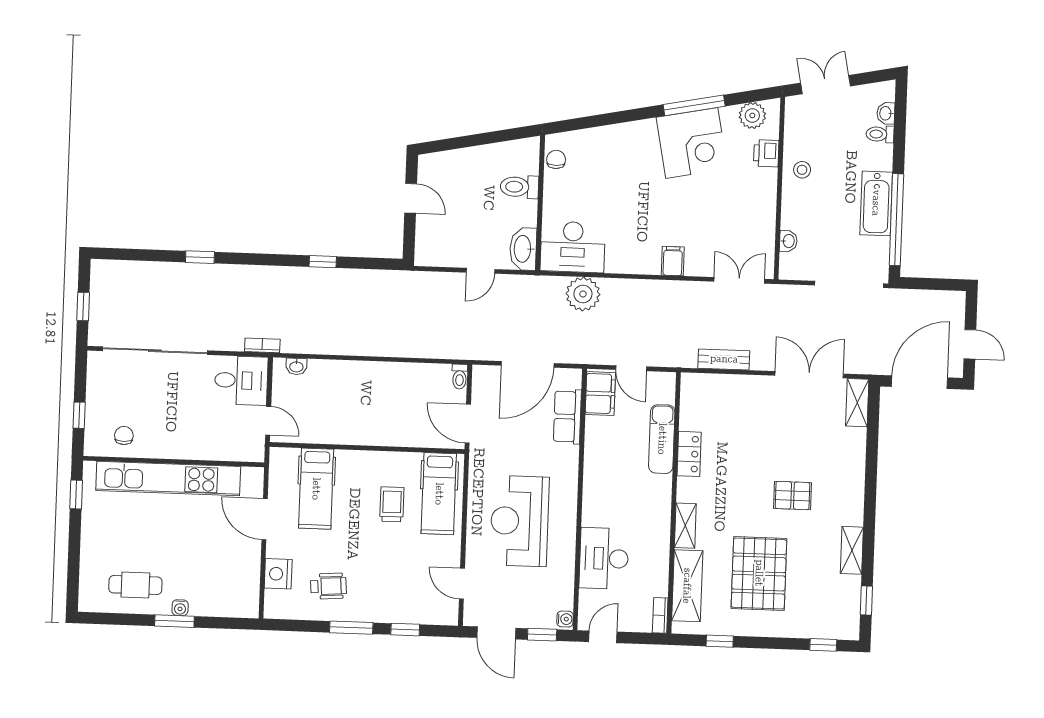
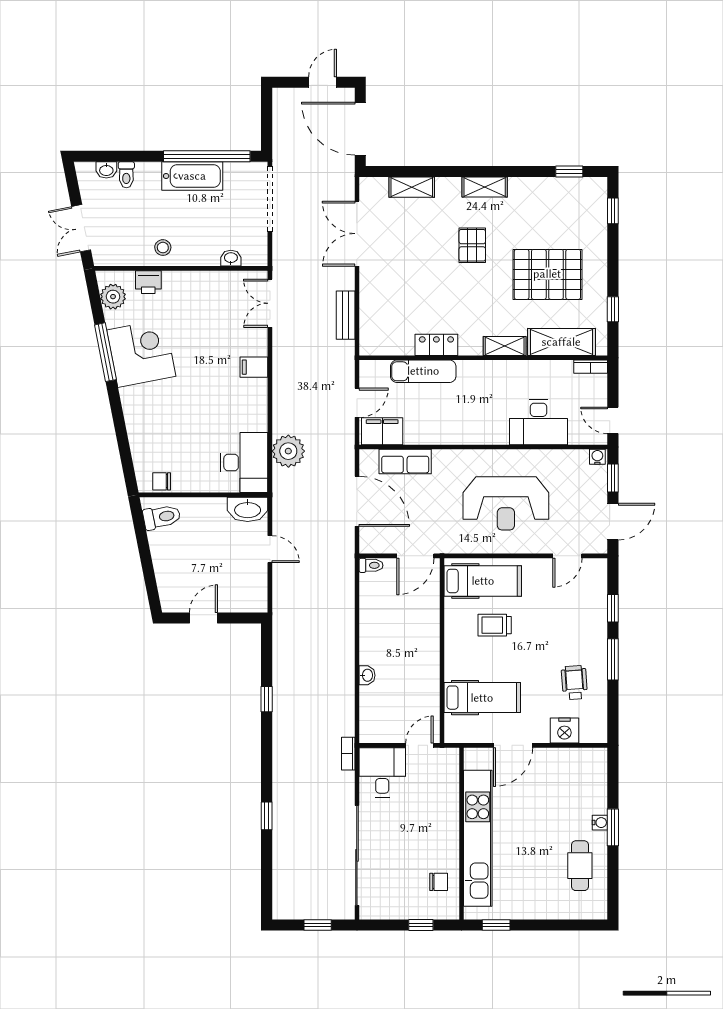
toilet: (519, 187) -> (162, 517), moved, turned -101
washbasin: (296, 366) -> (367, 675), moved
shelving: (857, 403) -> (412, 187), moved
chair: (124, 436) -> (439, 882), turned 180
shelving: (852, 550) -> (485, 187), moved

